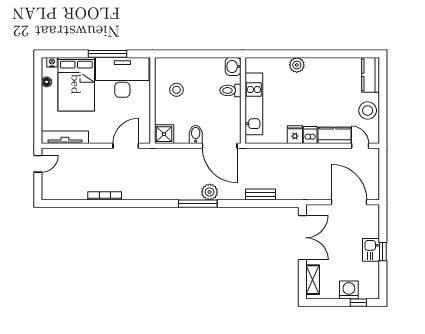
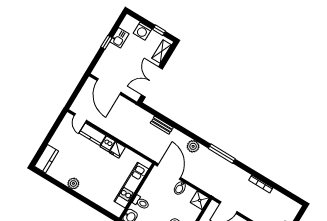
plant: (297, 65) -> (73, 183), moved
stool: (368, 111) -> (62, 137), removed
window: (198, 204) -> (222, 154), moved
kitchen sink: (371, 250) -> (119, 38), moved
window: (358, 303) -> (159, 30), moved

